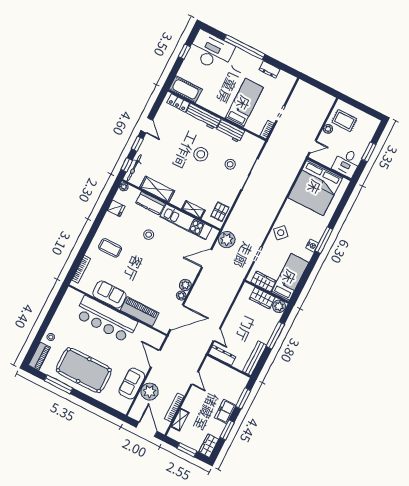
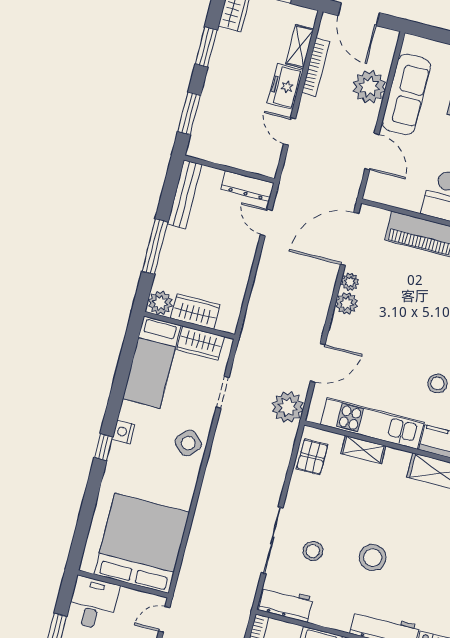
workbench: (230, 131) -> (286, 604), moved
window: (324, 240) -> (103, 447), width x0.46
sofa: (132, 384) -> (406, 94), width x1.36
freezer: (225, 411) -> (285, 87), moved, turned 180

